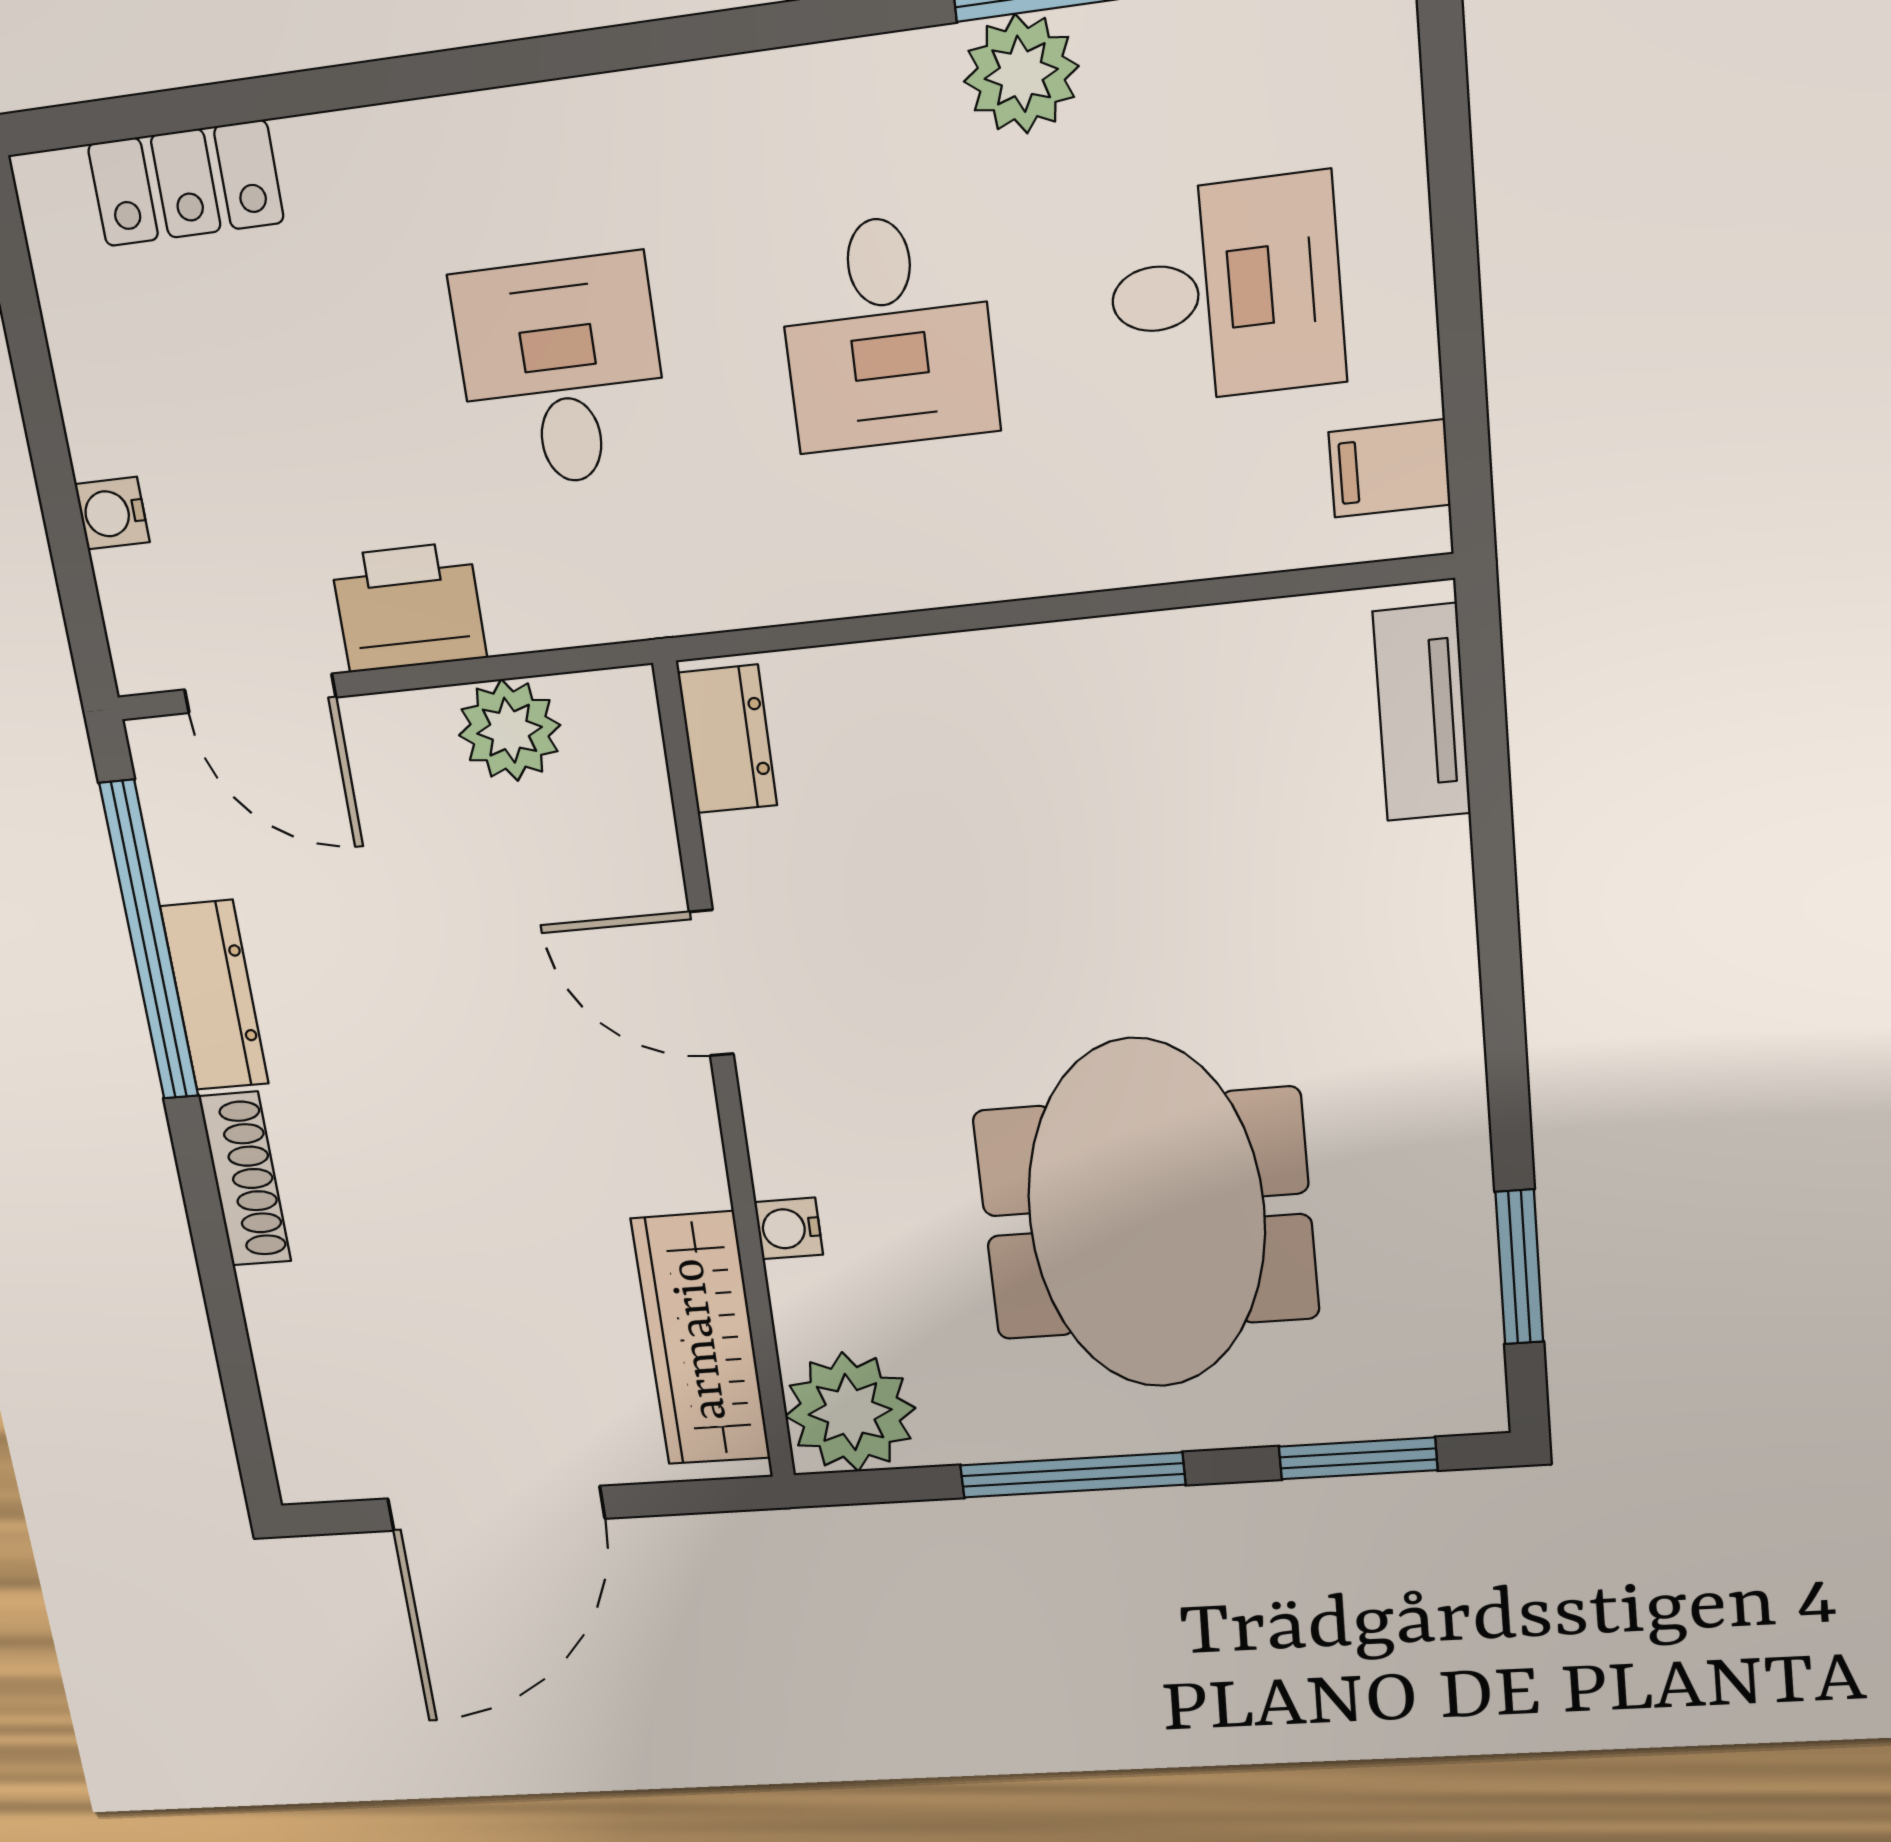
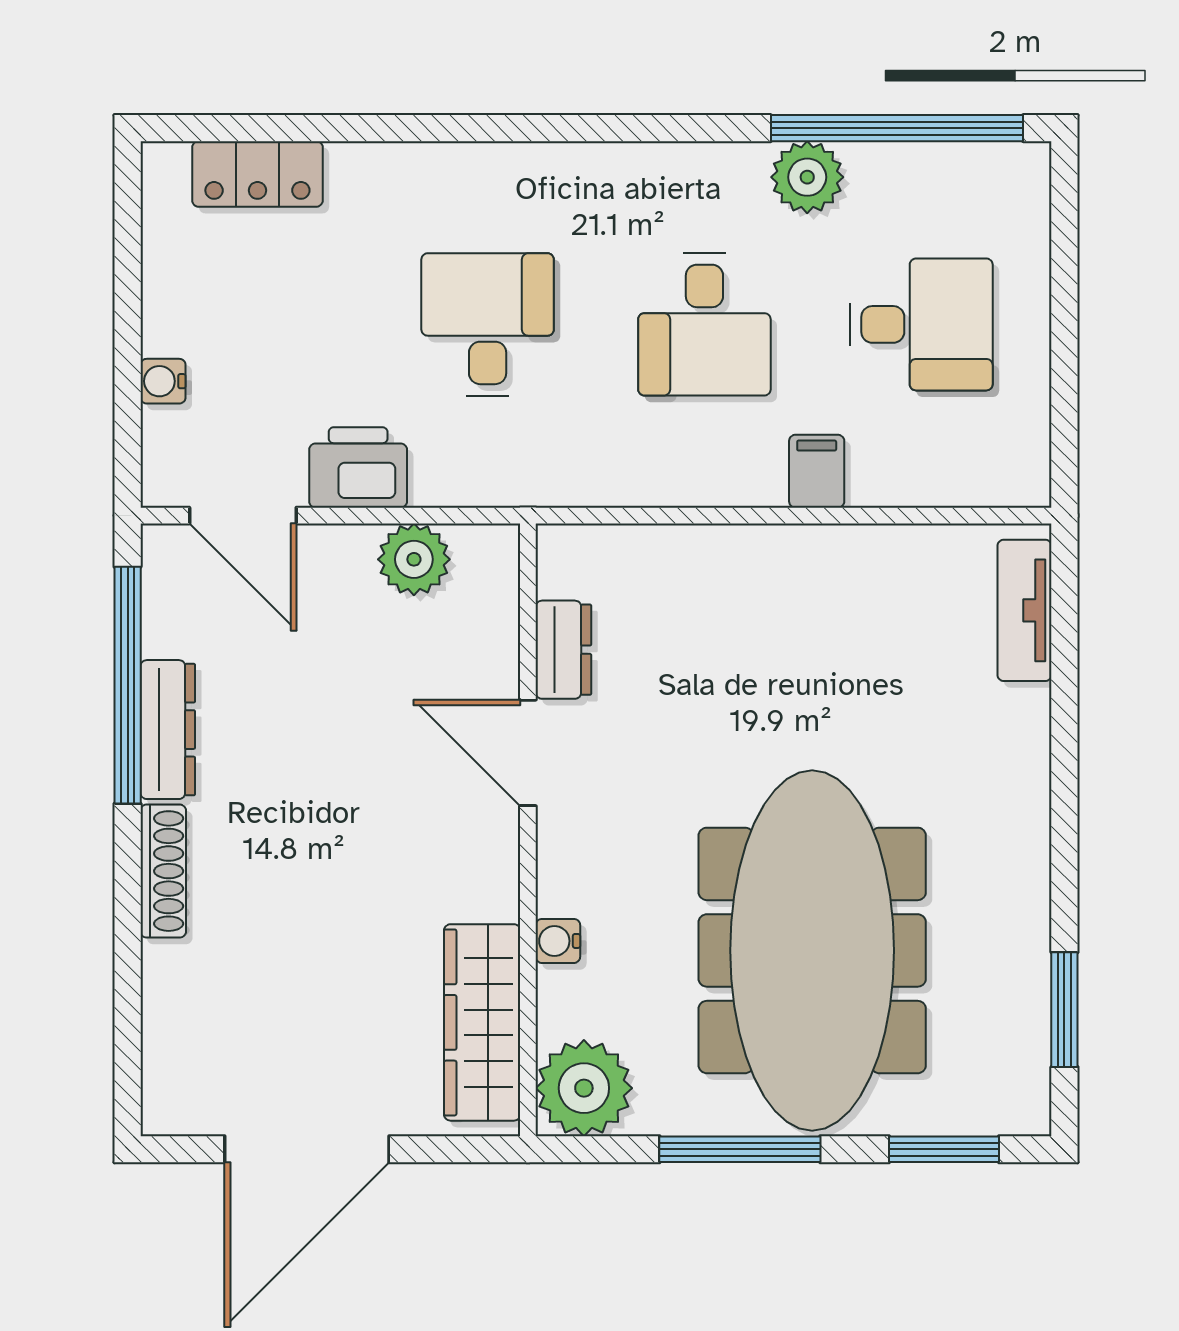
filing cabinet: (1390, 468) -> (817, 471), moved, turned 90
dresser: (727, 739) -> (563, 650), moved
meeting table: (1146, 1215) -> (812, 950), width x1.36

